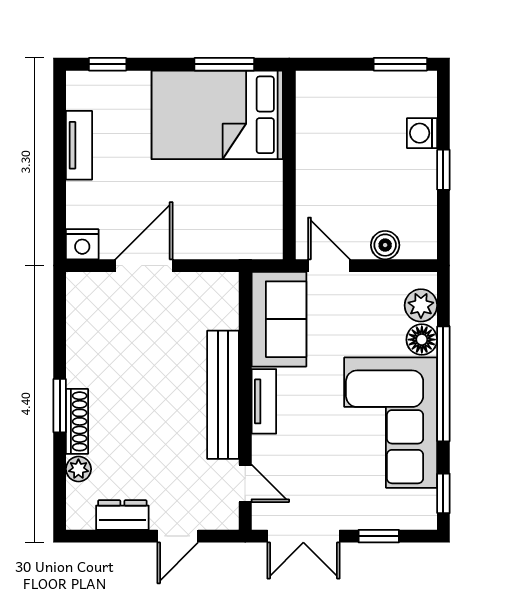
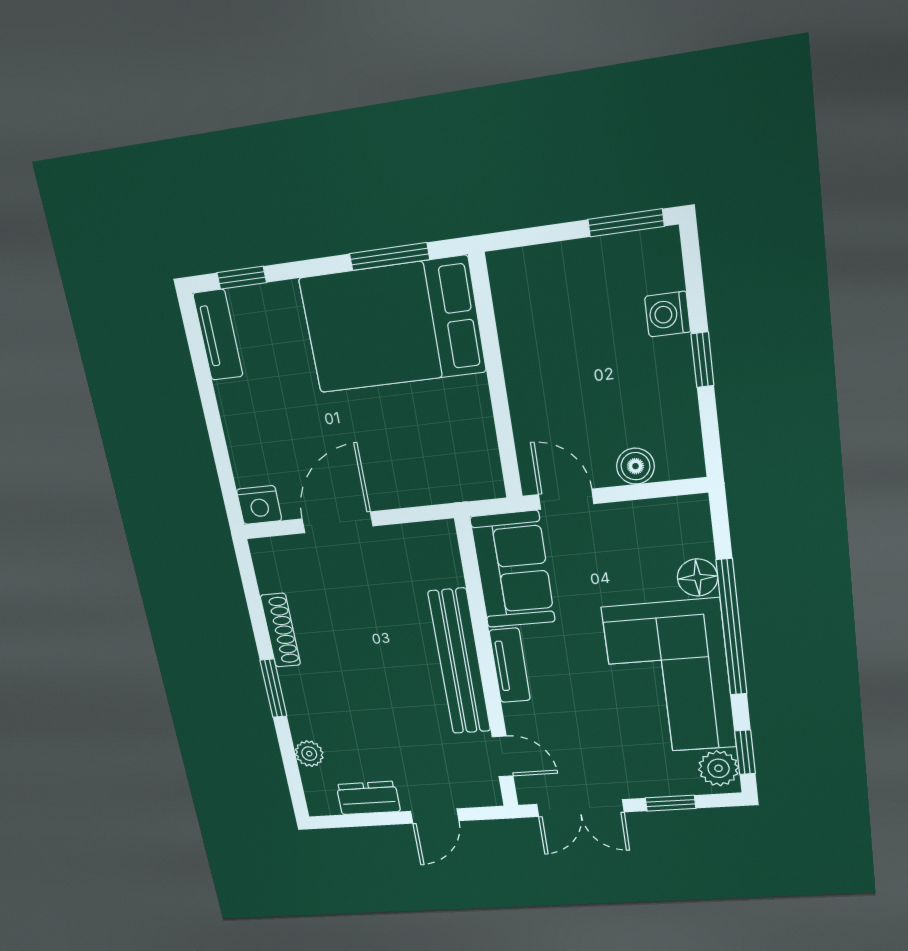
tv unit: (79, 145) -> (218, 335), moved
plant: (421, 305) -> (718, 768), moved
shoe rack: (77, 421) -> (280, 630), moved

